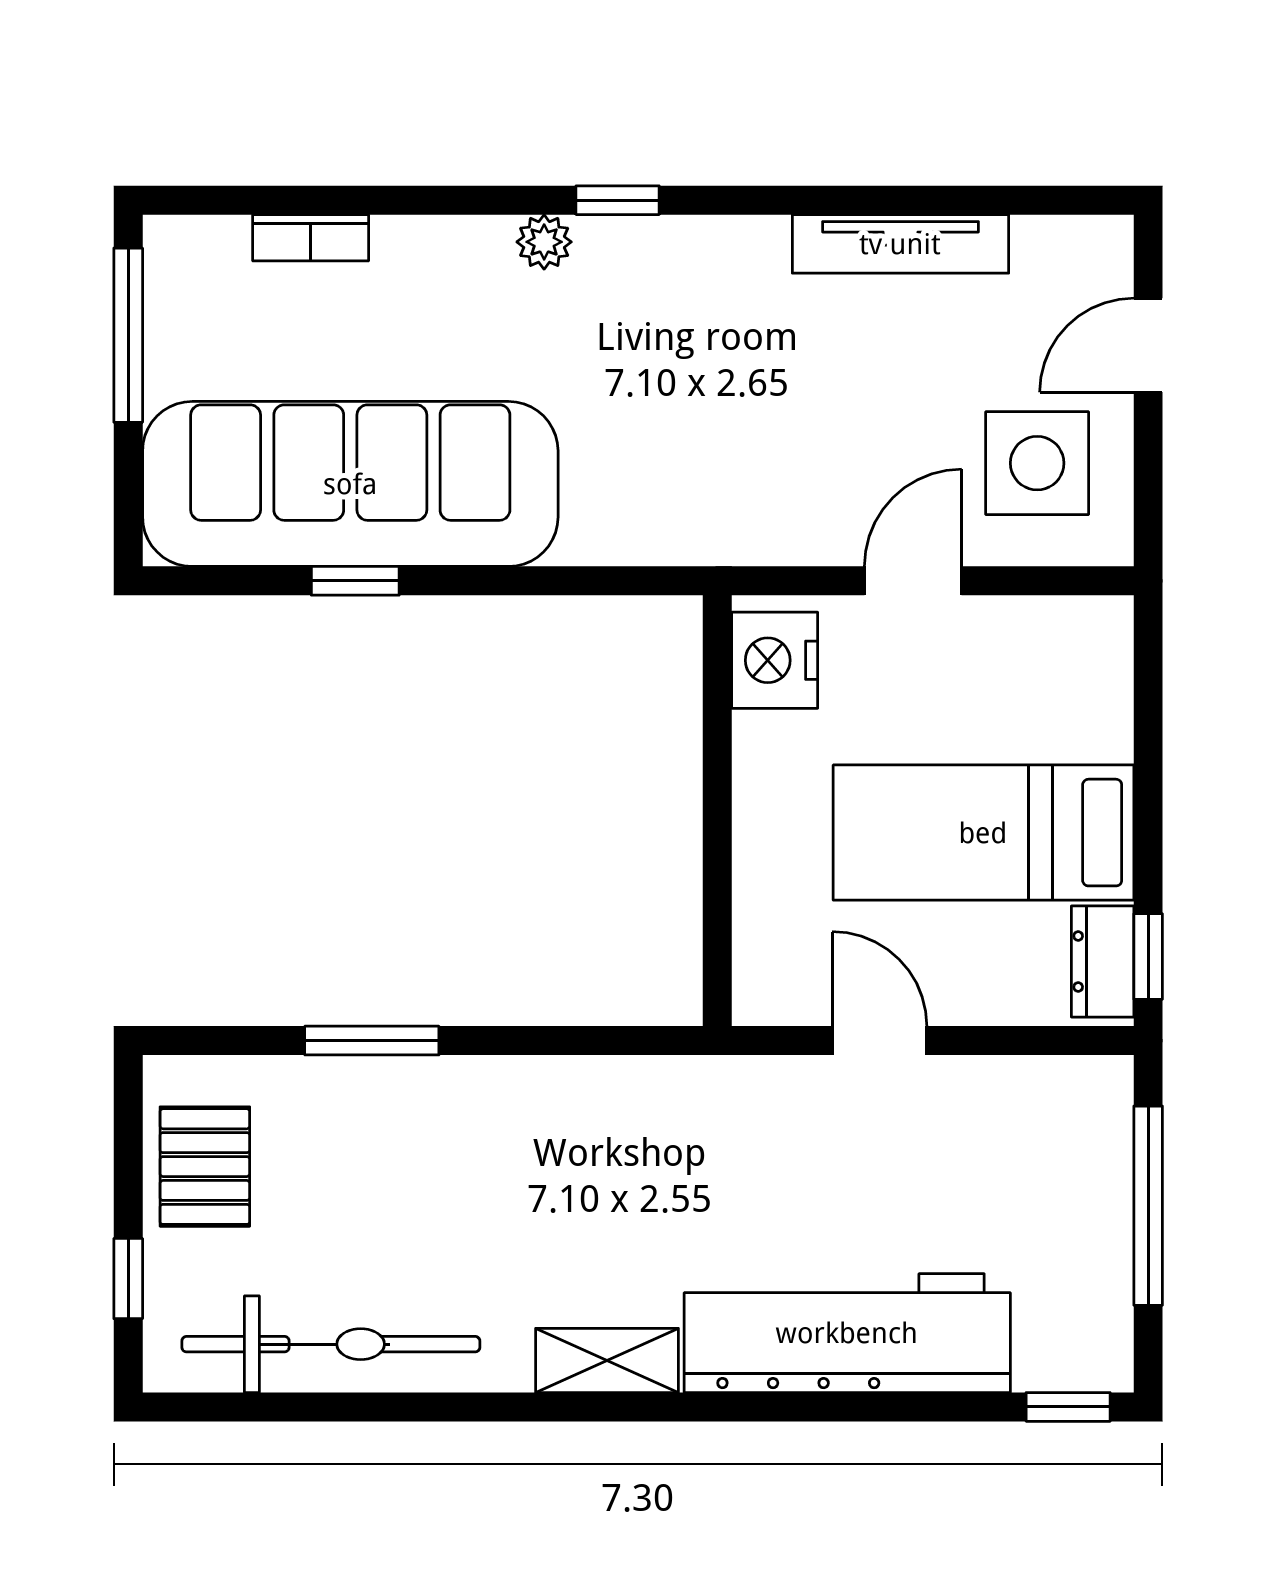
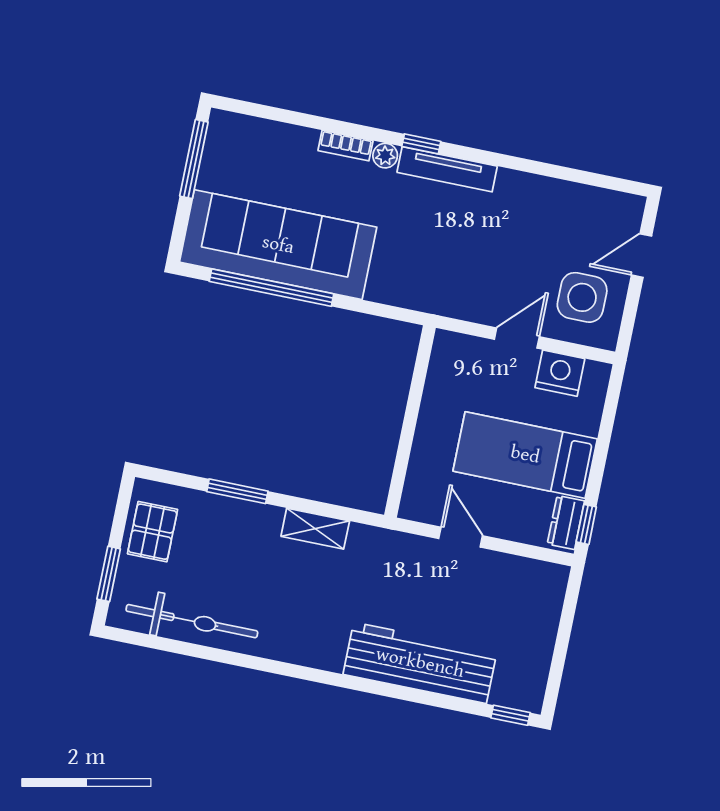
bookcase: (311, 238) -> (346, 146), moved
tv unit: (900, 244) -> (447, 169), moved
window: (355, 581) -> (272, 288), width x3.17
nightstand: (775, 660) -> (560, 373), moved, turned 90
window: (1148, 1206) -> (564, 634), removed
window: (128, 1279) -> (109, 574), width x1.50
shelving: (607, 1360) -> (315, 529), moved

